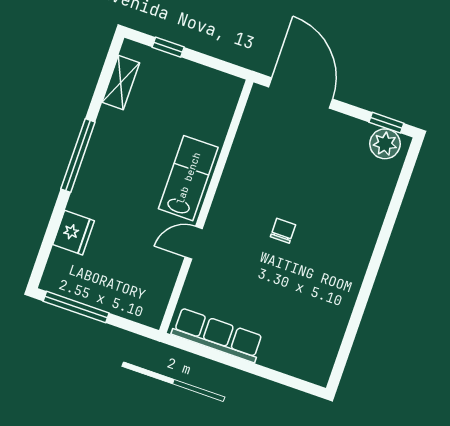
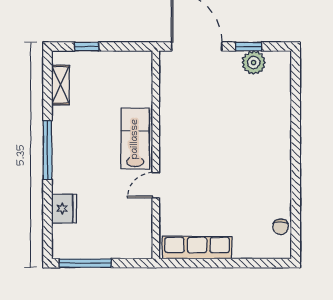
window: (386, 123) -> (248, 47), moved
plant: (385, 144) -> (254, 63), moved
chair: (283, 231) -> (281, 227), moved, turned 180

